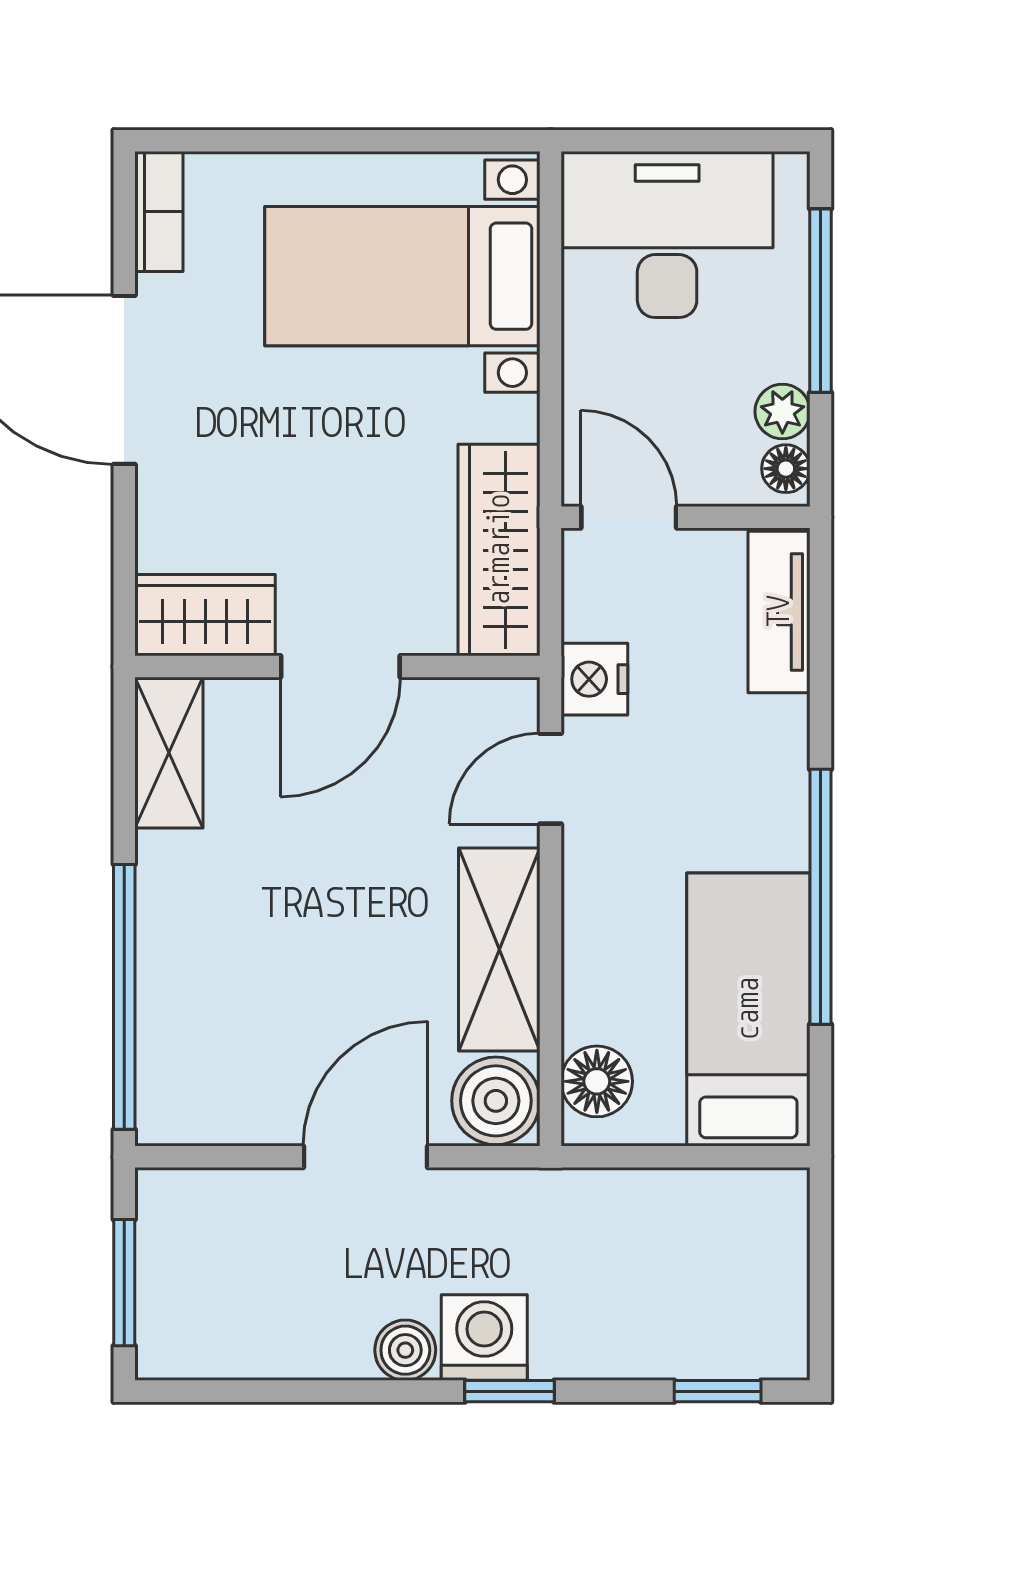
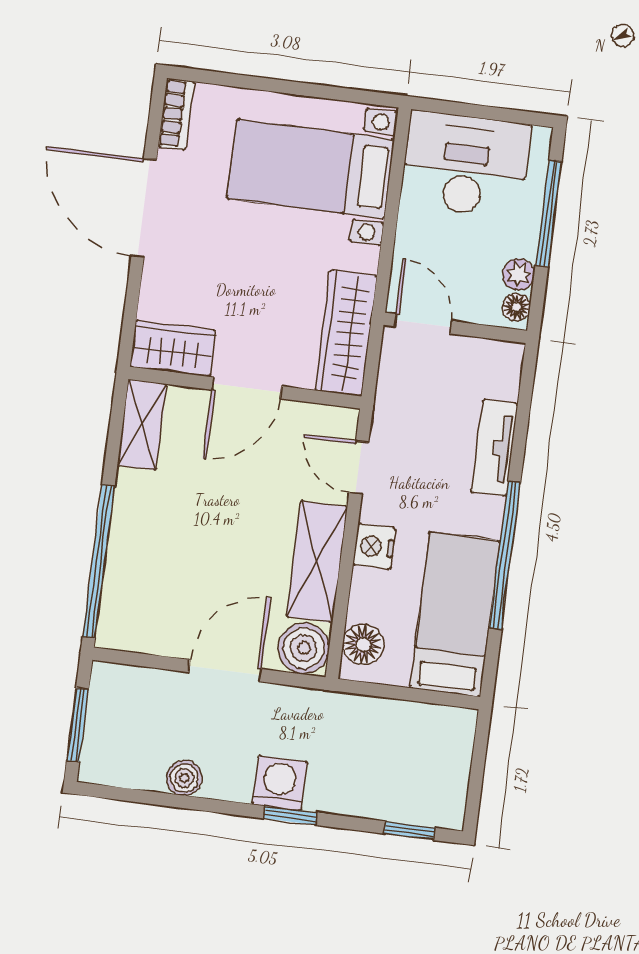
tv unit: (779, 612) -> (494, 448), moved
nightstand: (594, 679) -> (374, 546), moved
door: (551, 779) -> (359, 468), hinge flipped
boiler: (405, 1350) -> (184, 778), moved

